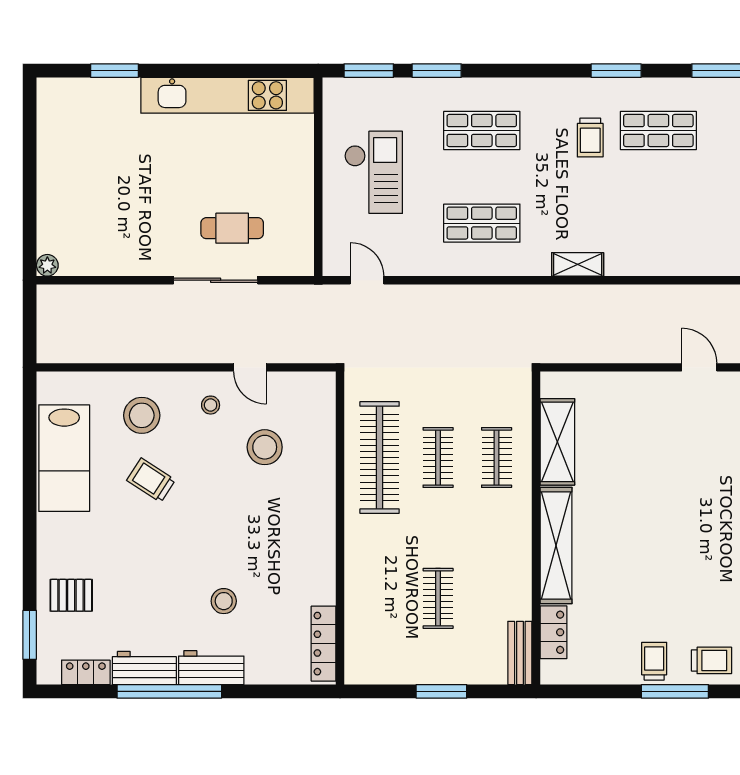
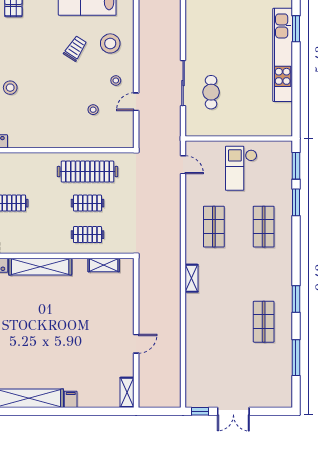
kitchen unit: (228, 95) -> (283, 55), moved
trolley: (590, 137) -> (260, 285), removed
checkout: (374, 172) -> (241, 168), turned 90
door: (367, 280) -> (183, 165), hinge flipped
shelving: (557, 442) -> (104, 265), width x0.67, depth x0.75
stool: (265, 447) -> (93, 110), width x0.53, depth x0.53

